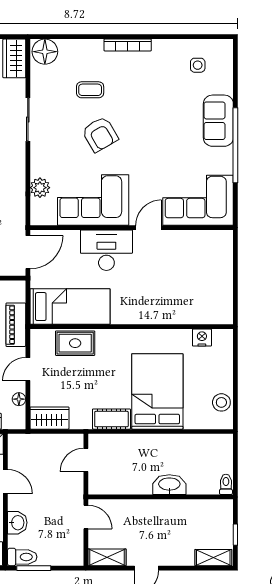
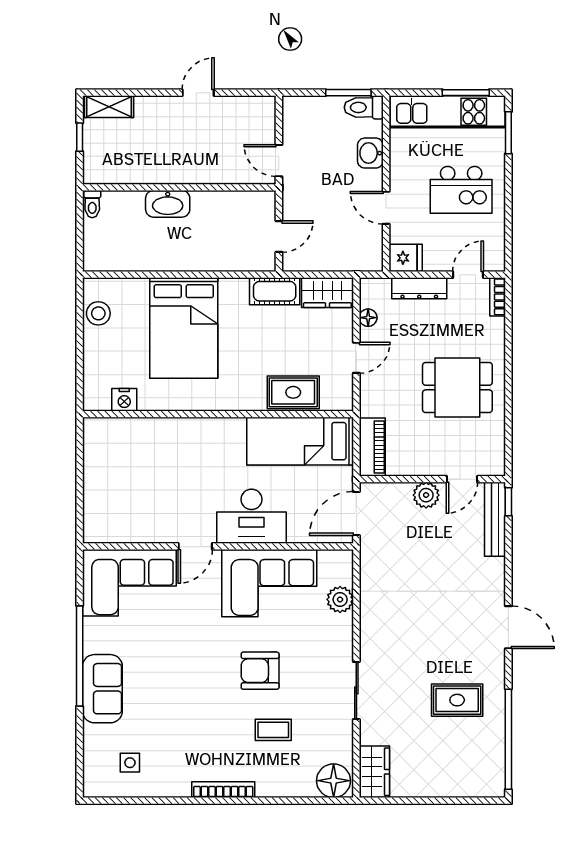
armchair: (100, 134) -> (260, 671), turned -60
piano: (16, 325) -> (372, 447), moved
cot: (111, 419) -> (275, 291), moved
shelving: (107, 557) -> (251, 107), removed

